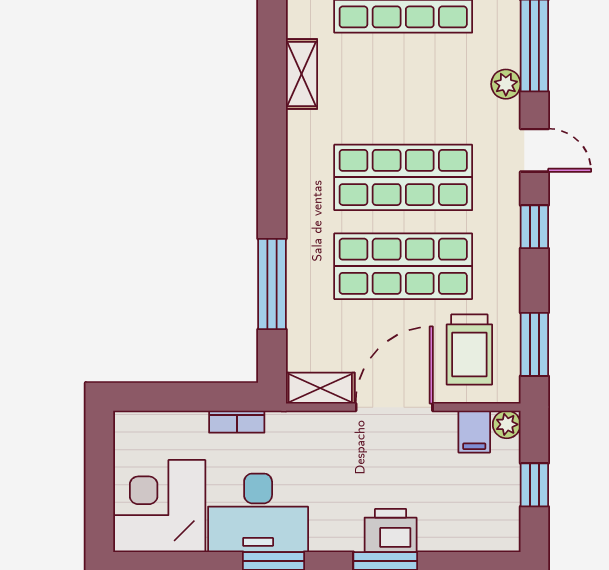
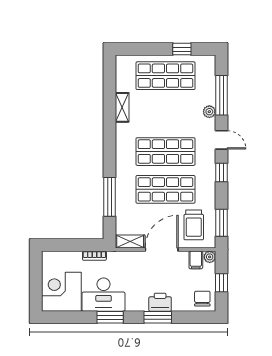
chair: (489, 522) -> (202, 299), added

